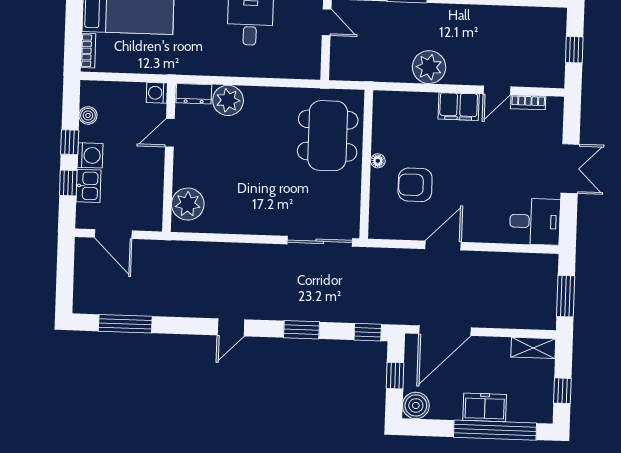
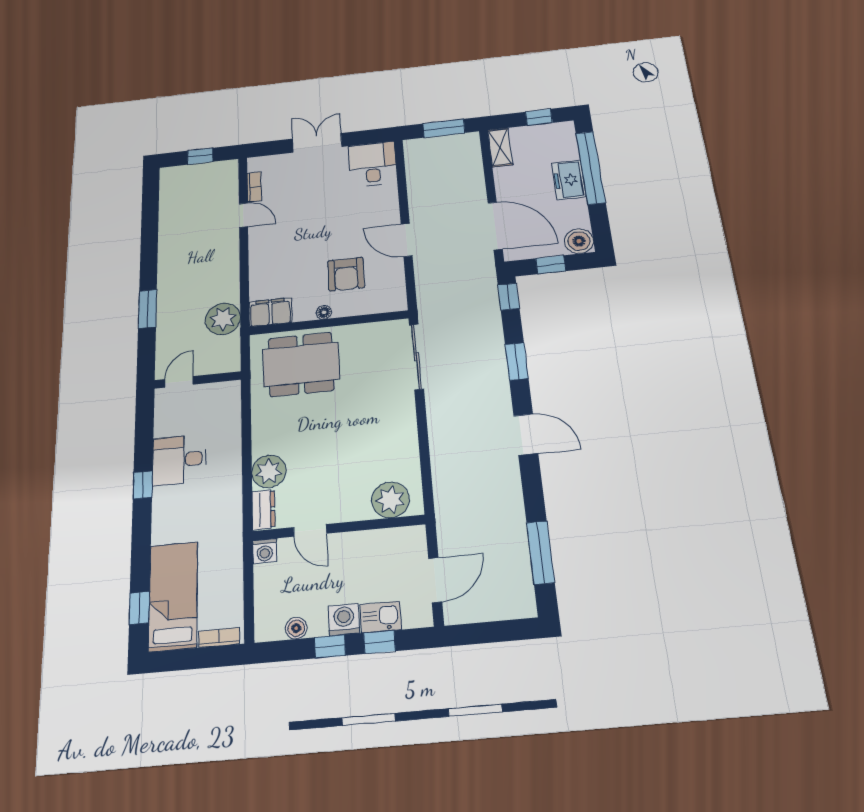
plant: (429, 67) -> (223, 319), moved
filing cabinet: (459, 106) -> (270, 312), moved, turned -90
door: (231, 327) -> (526, 435), width x1.38

